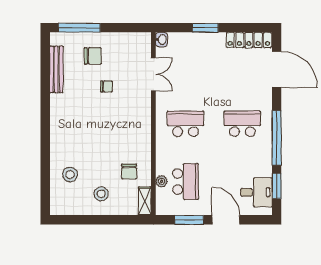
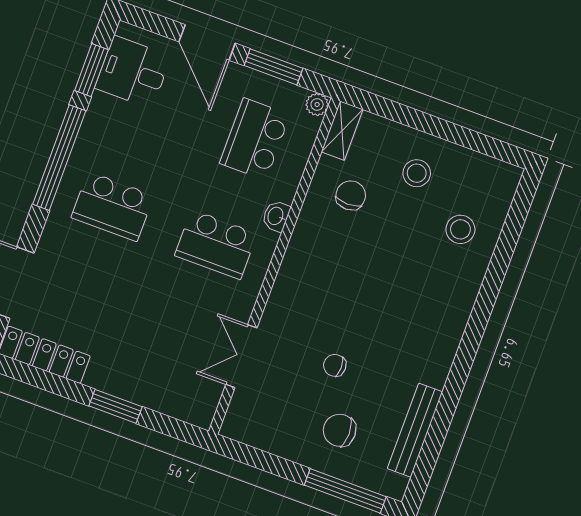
washbasin: (162, 39) -> (276, 216), moved
plant: (162, 181) -> (317, 104), moved

